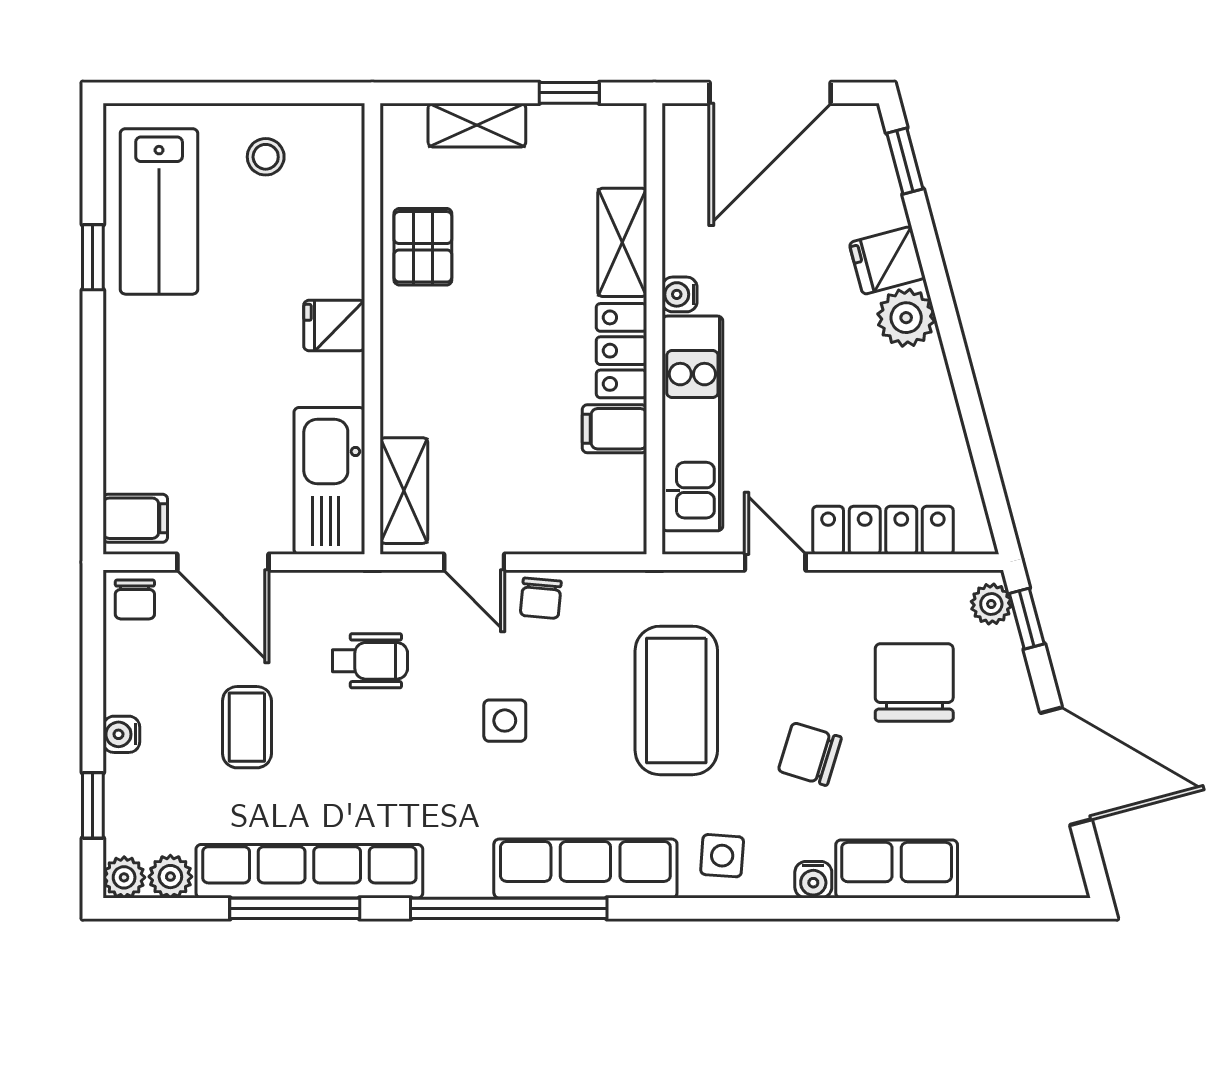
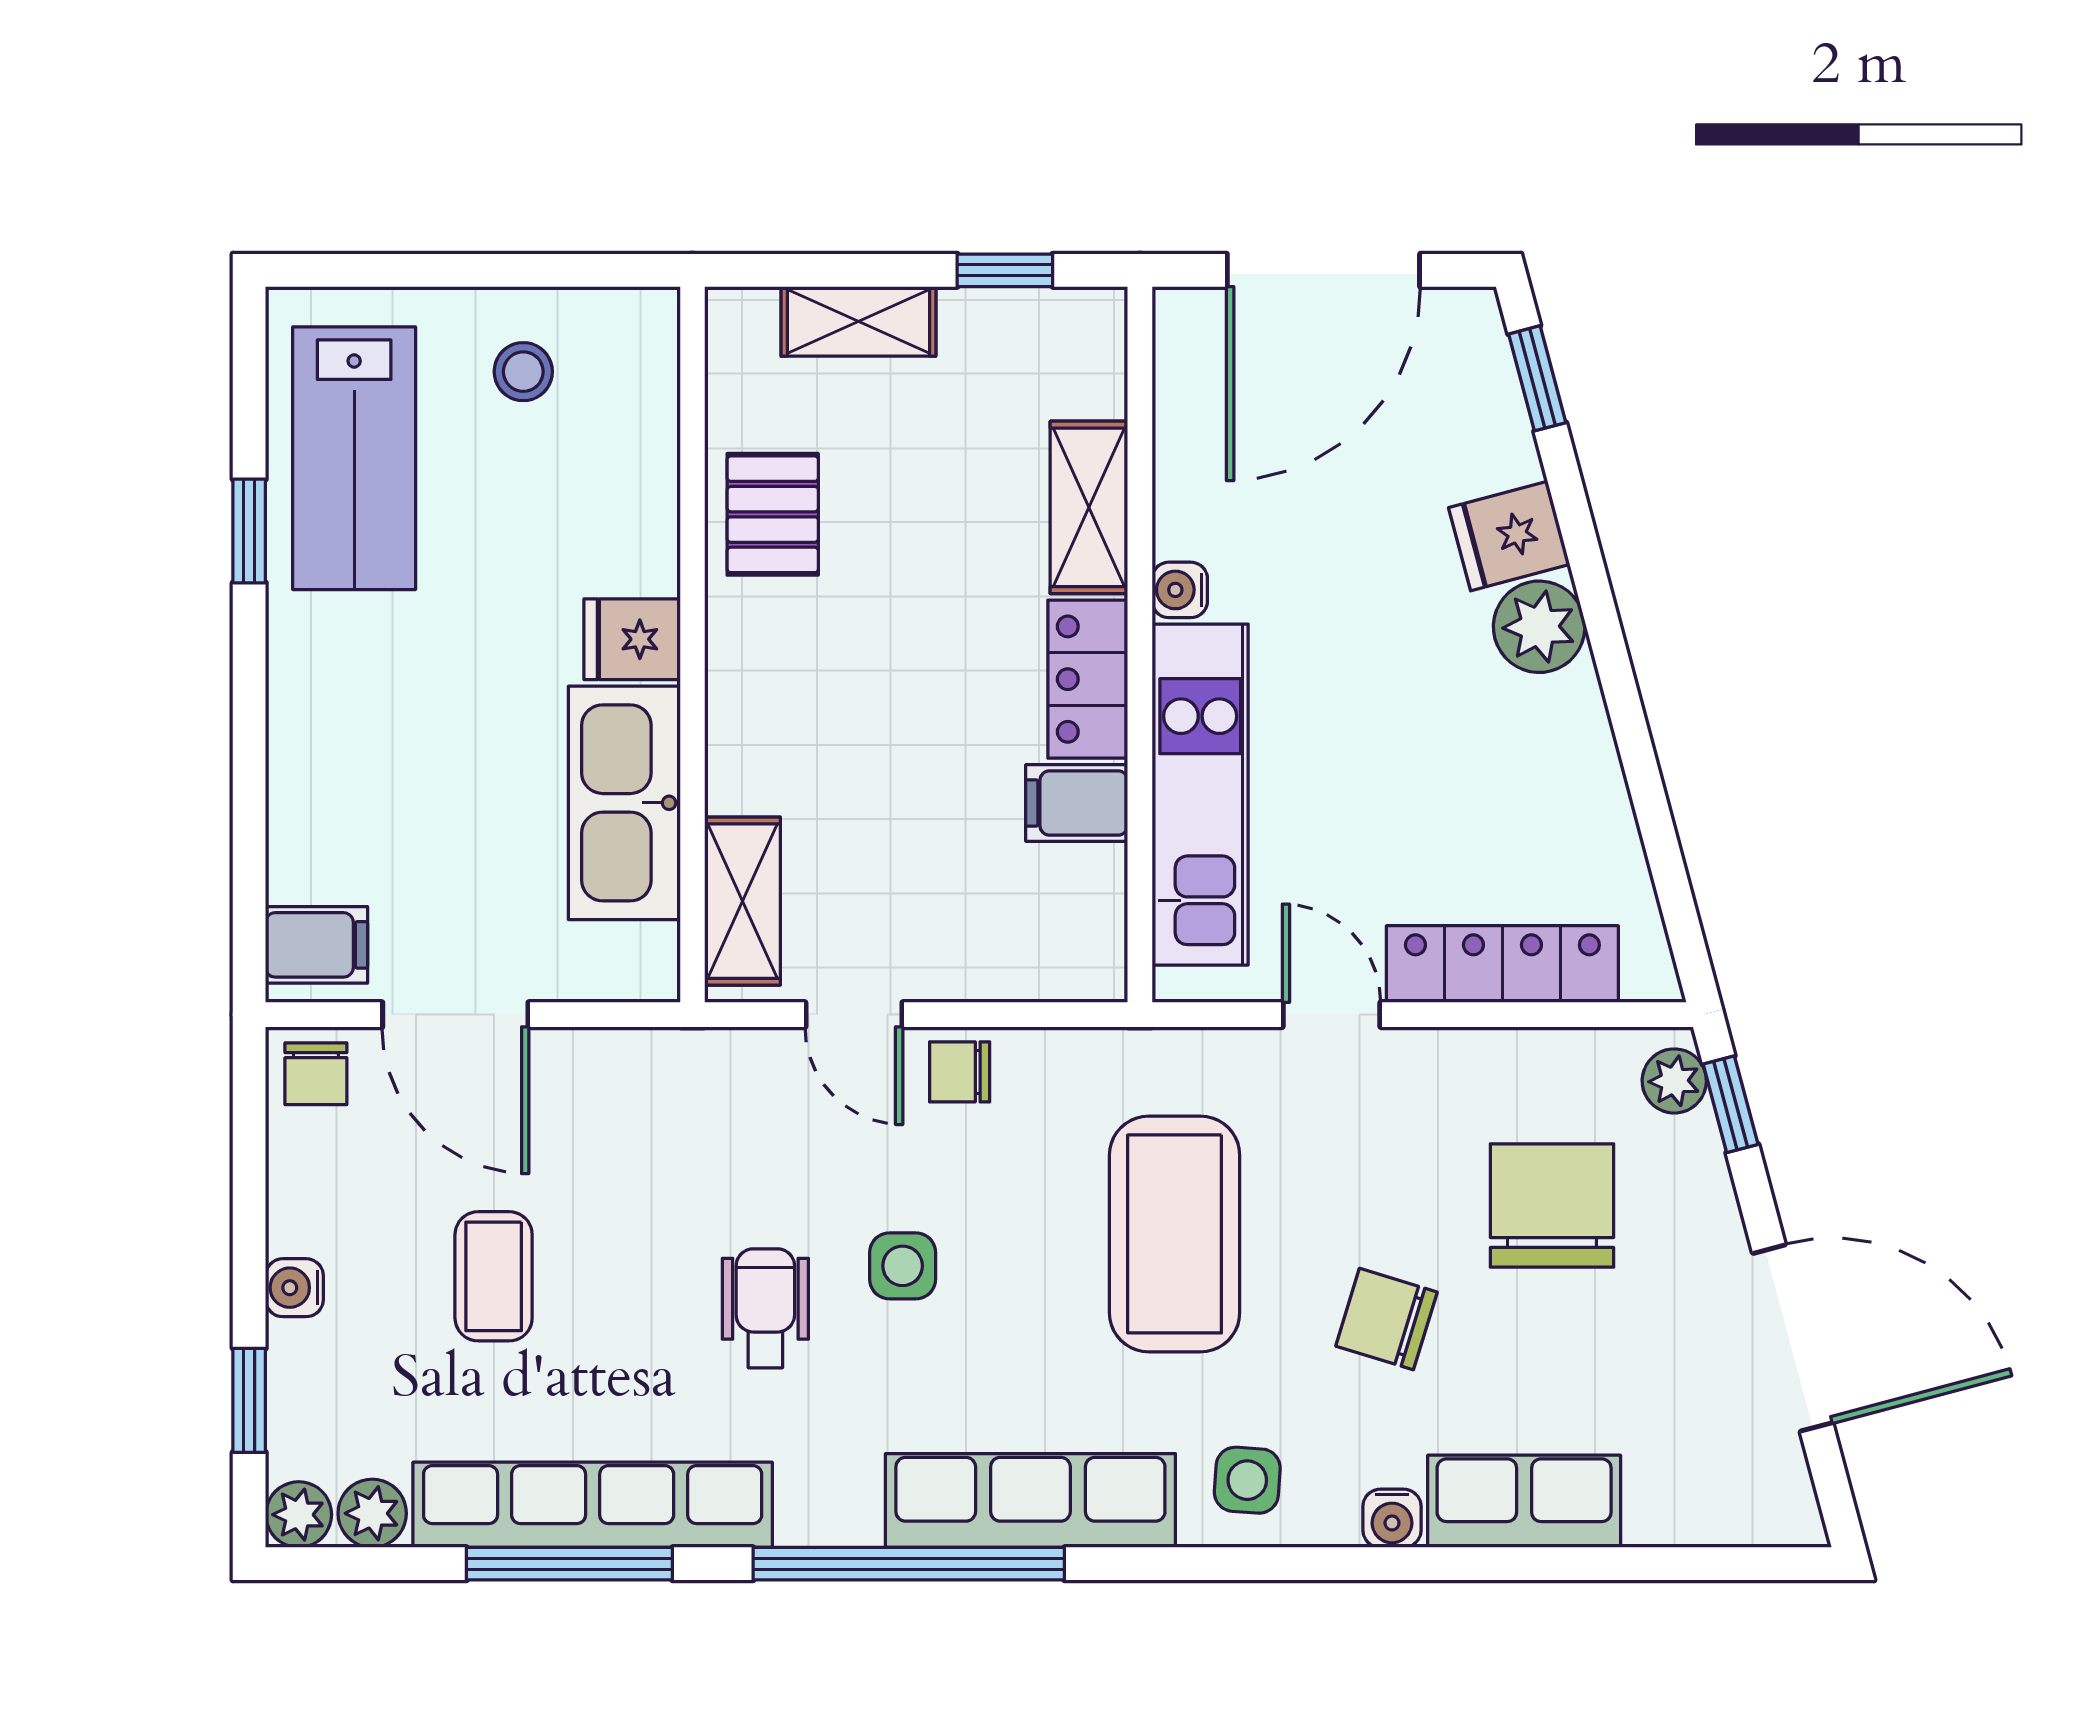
kitchen sink: (329, 481) -> (624, 803), moved
chair: (541, 598) -> (960, 1072), turned 85
wheelchair: (370, 661) -> (765, 1308), moved, turned -90

